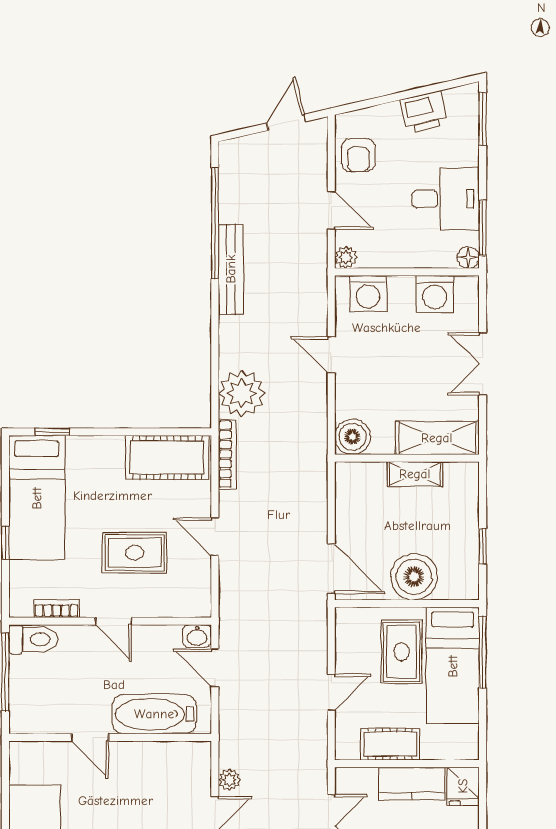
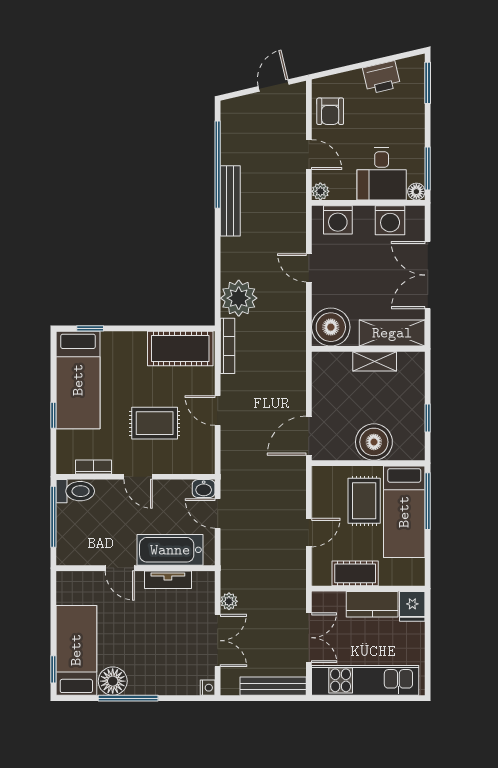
desk: (445, 199) -> (382, 174), moved, turned 90
double door: (483, 364) -> (428, 275), width x1.37
boiler: (353, 437) -> (331, 327), width x1.37, depth x1.37
door: (331, 569) -> (309, 436), swing flipped
tv unit: (151, 752) -> (168, 580), added

